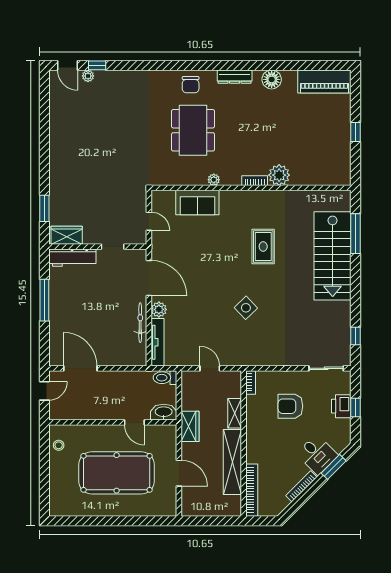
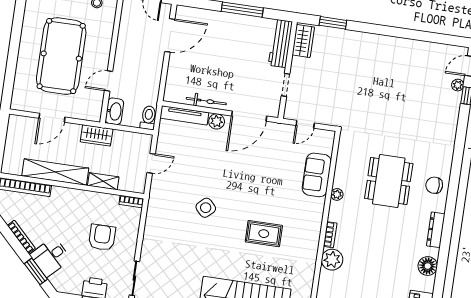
dining table: (193, 130) -> (389, 181), turned 90

